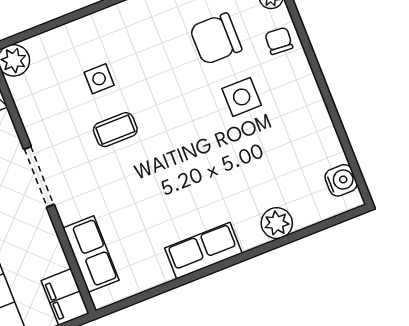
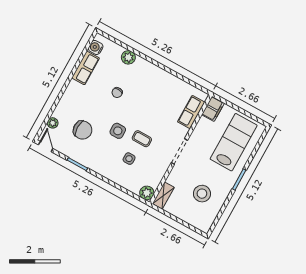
chair: (279, 41) -> (117, 93), moved
side table: (242, 97) -> (118, 131), moved
row of seats: (203, 251) -> (86, 68), moved, turned -90

